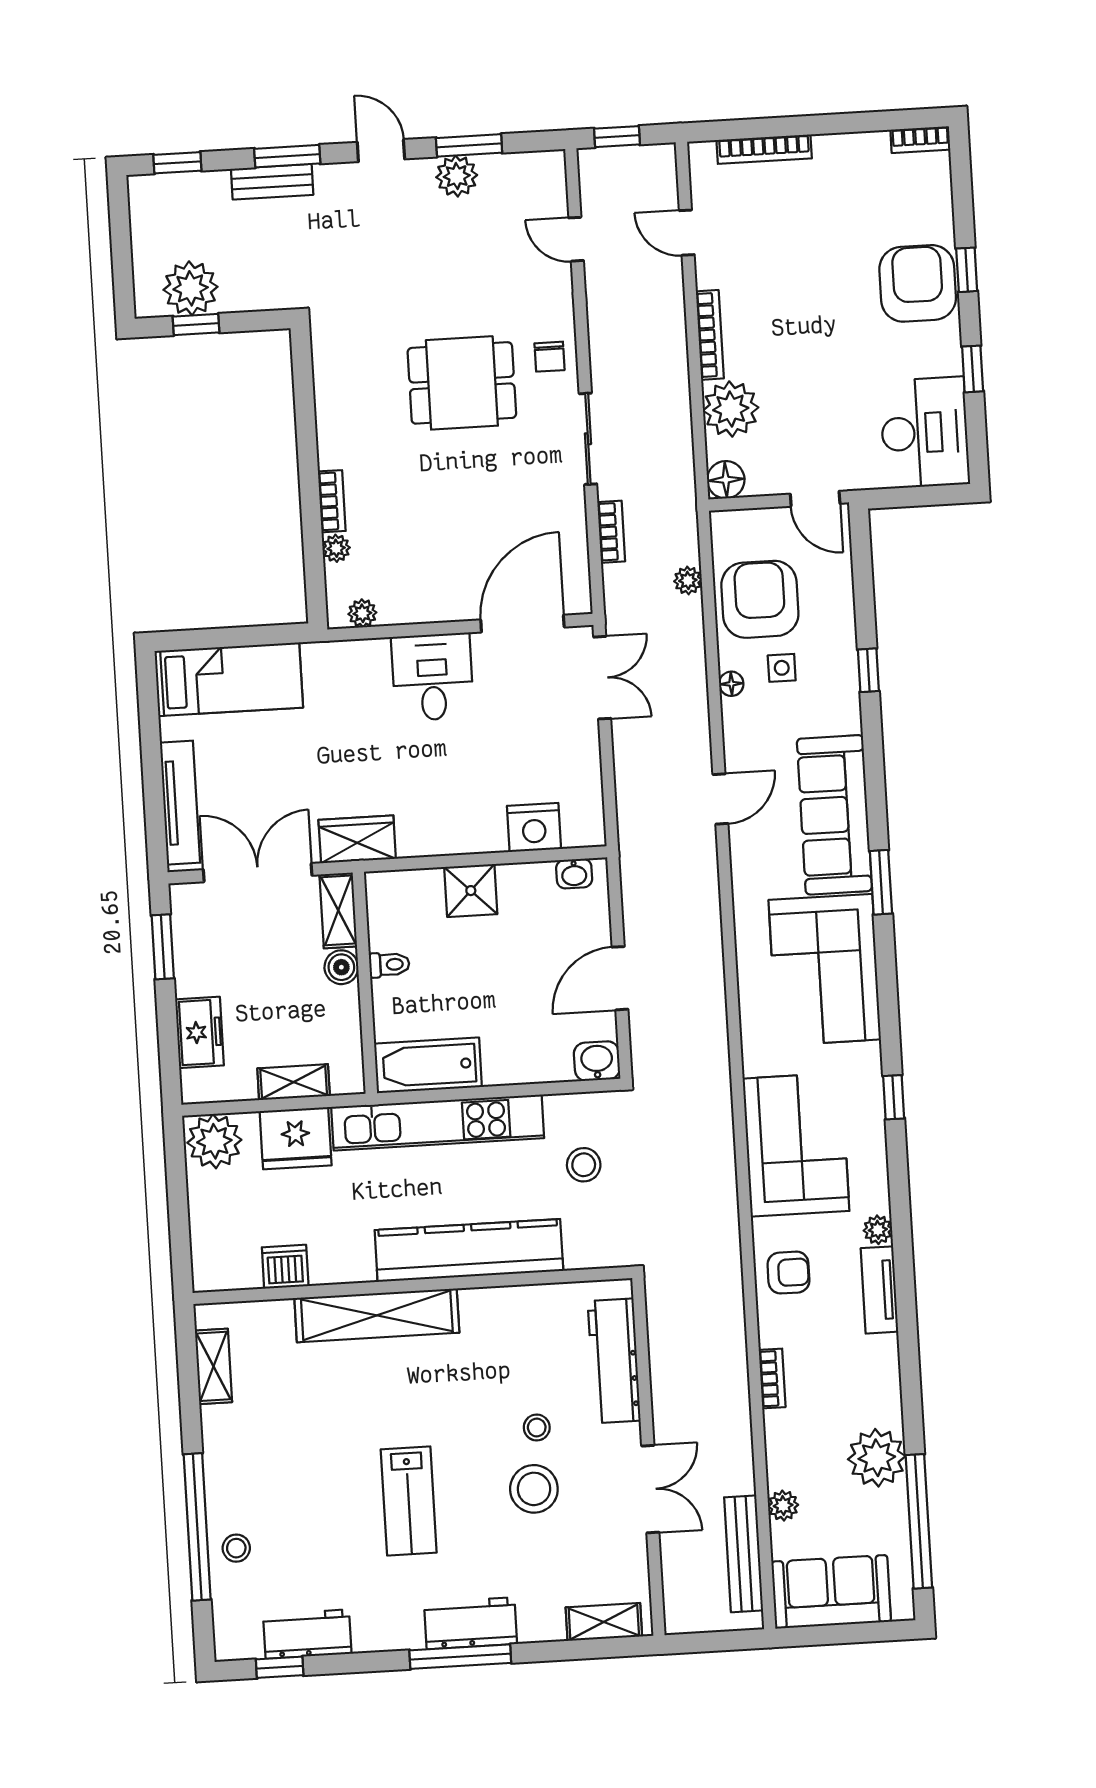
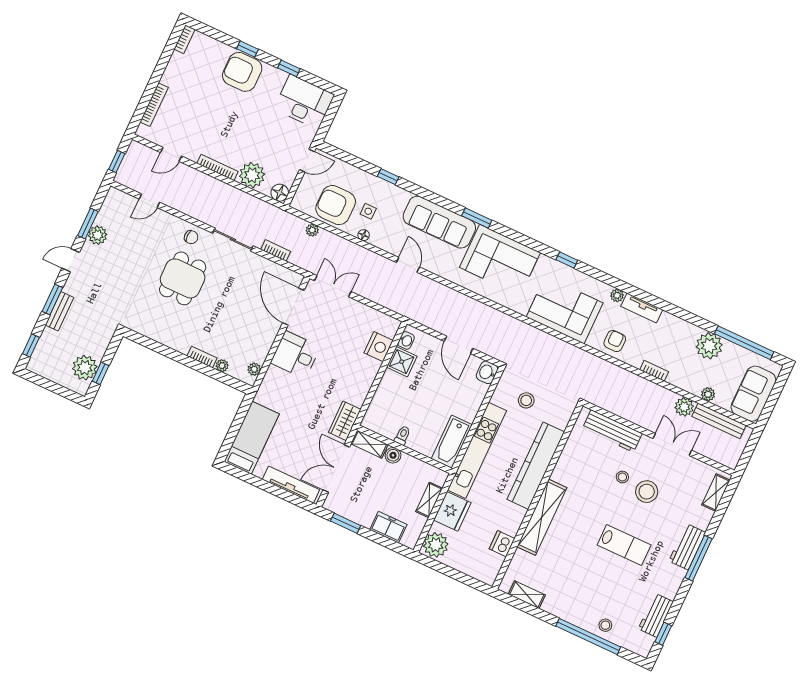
shower: (471, 891) -> (402, 362), moved
plant: (734, 1473) -> (684, 407), added

